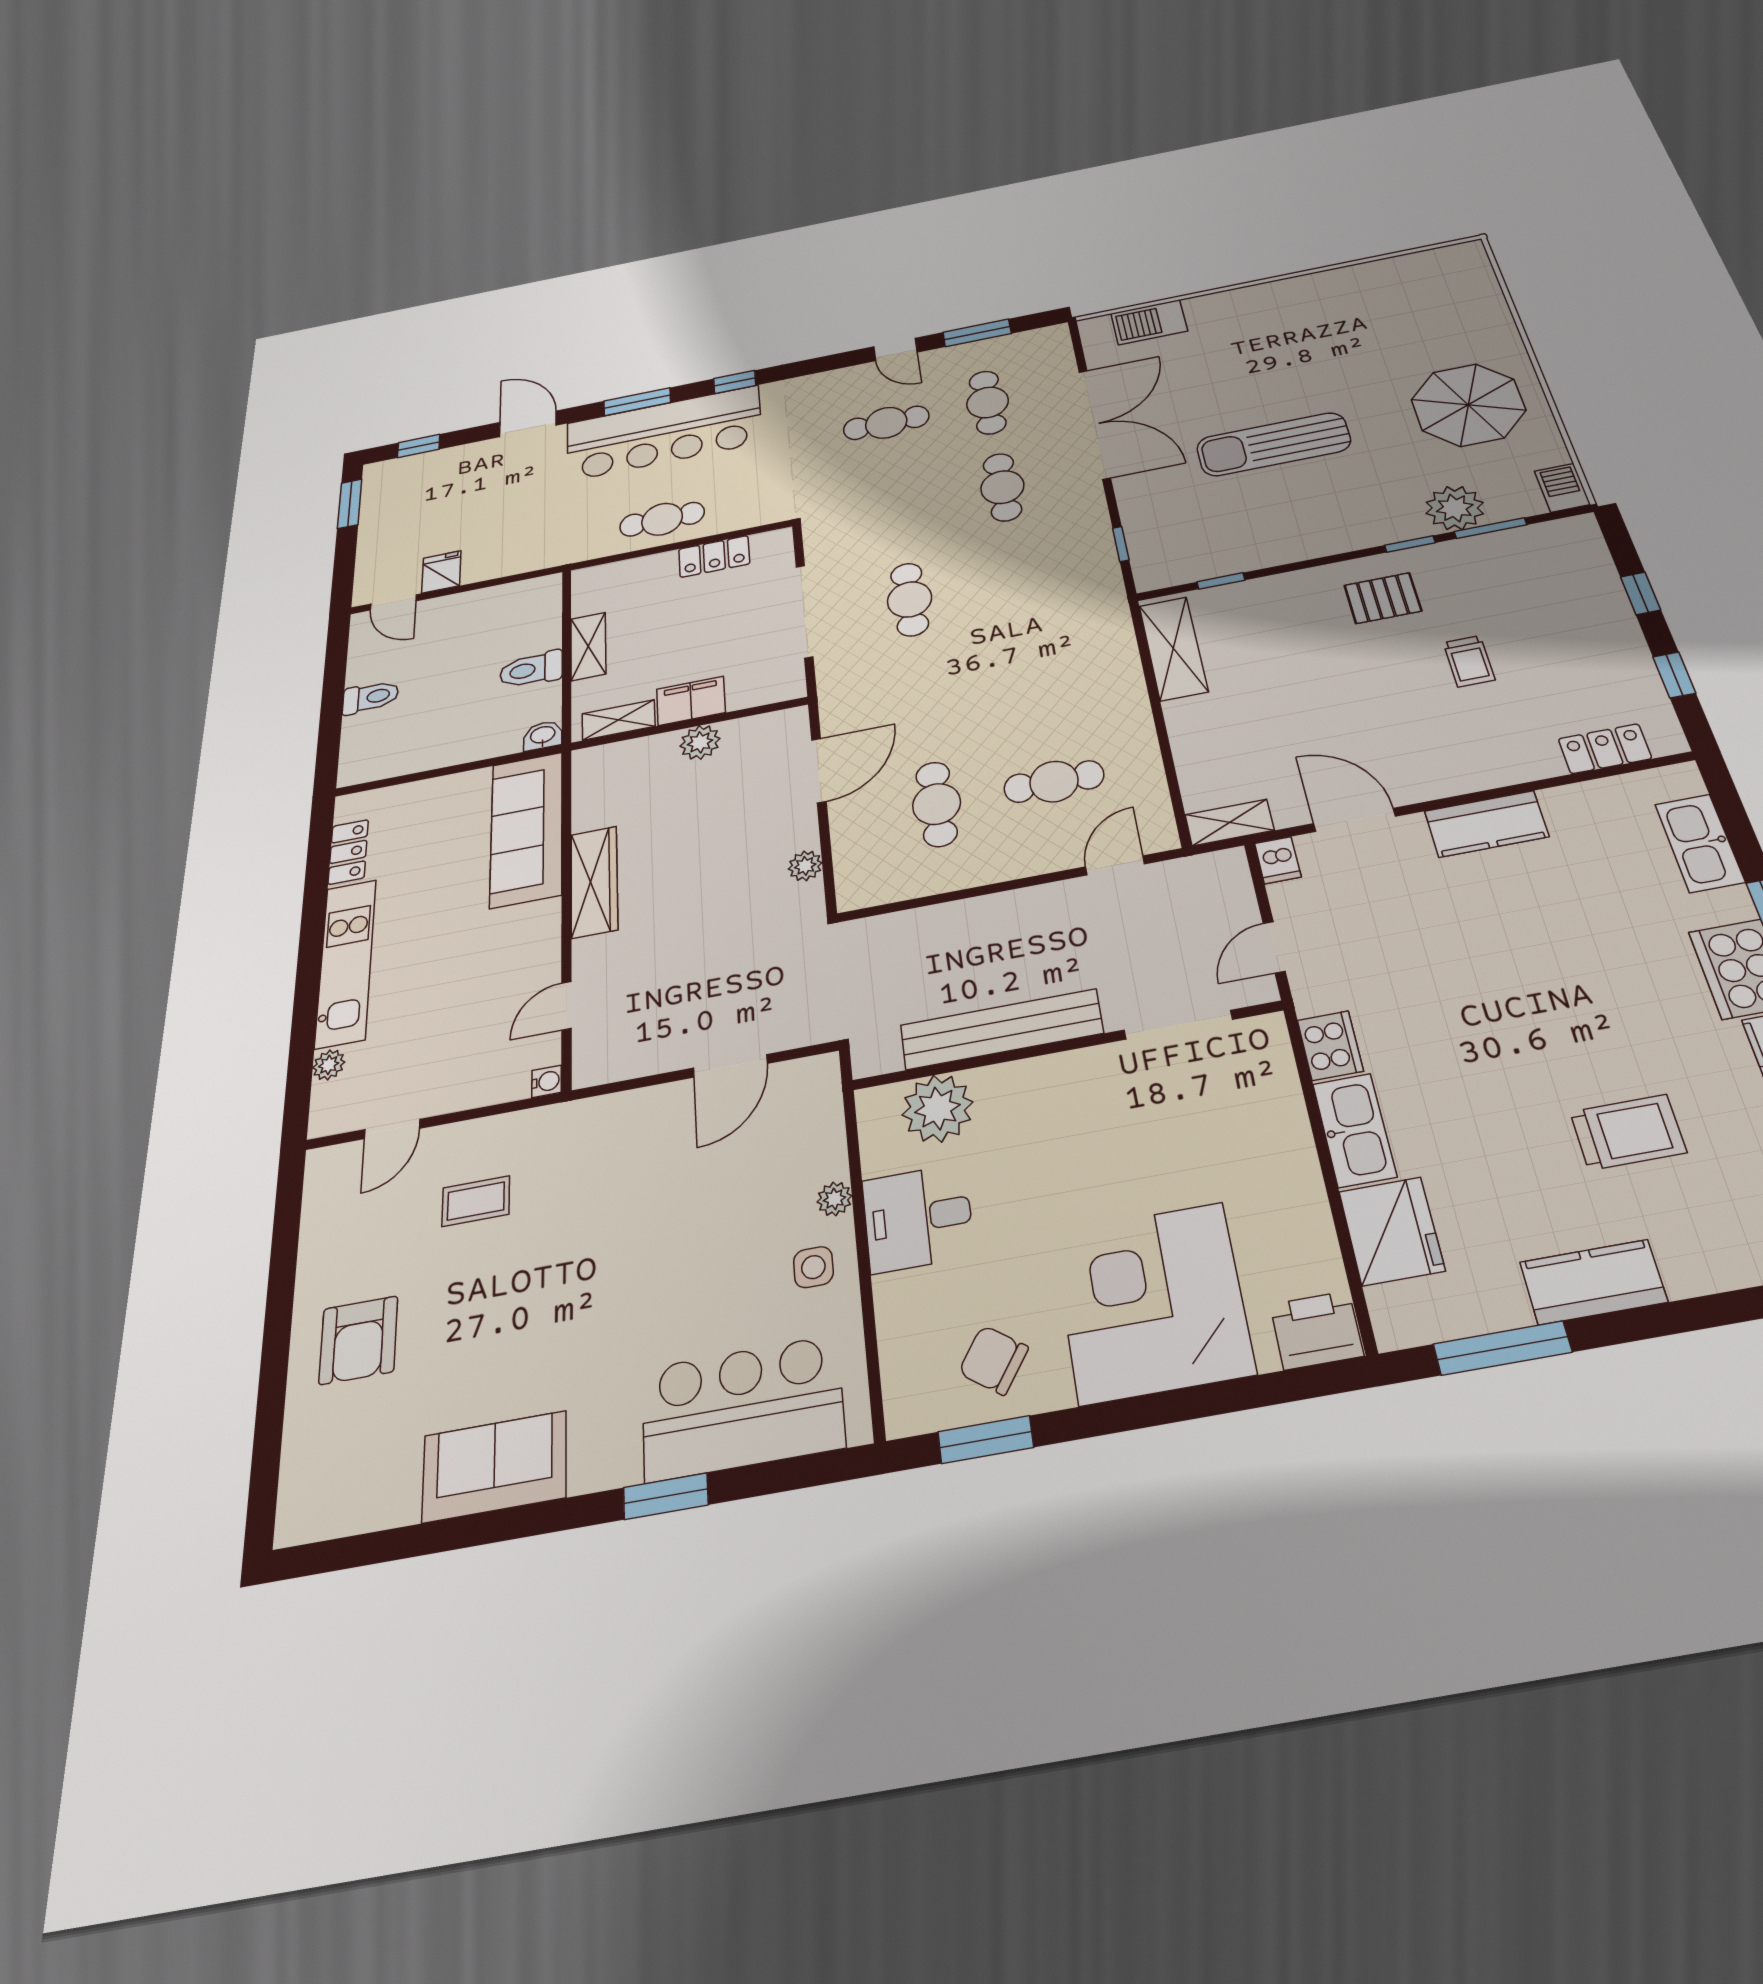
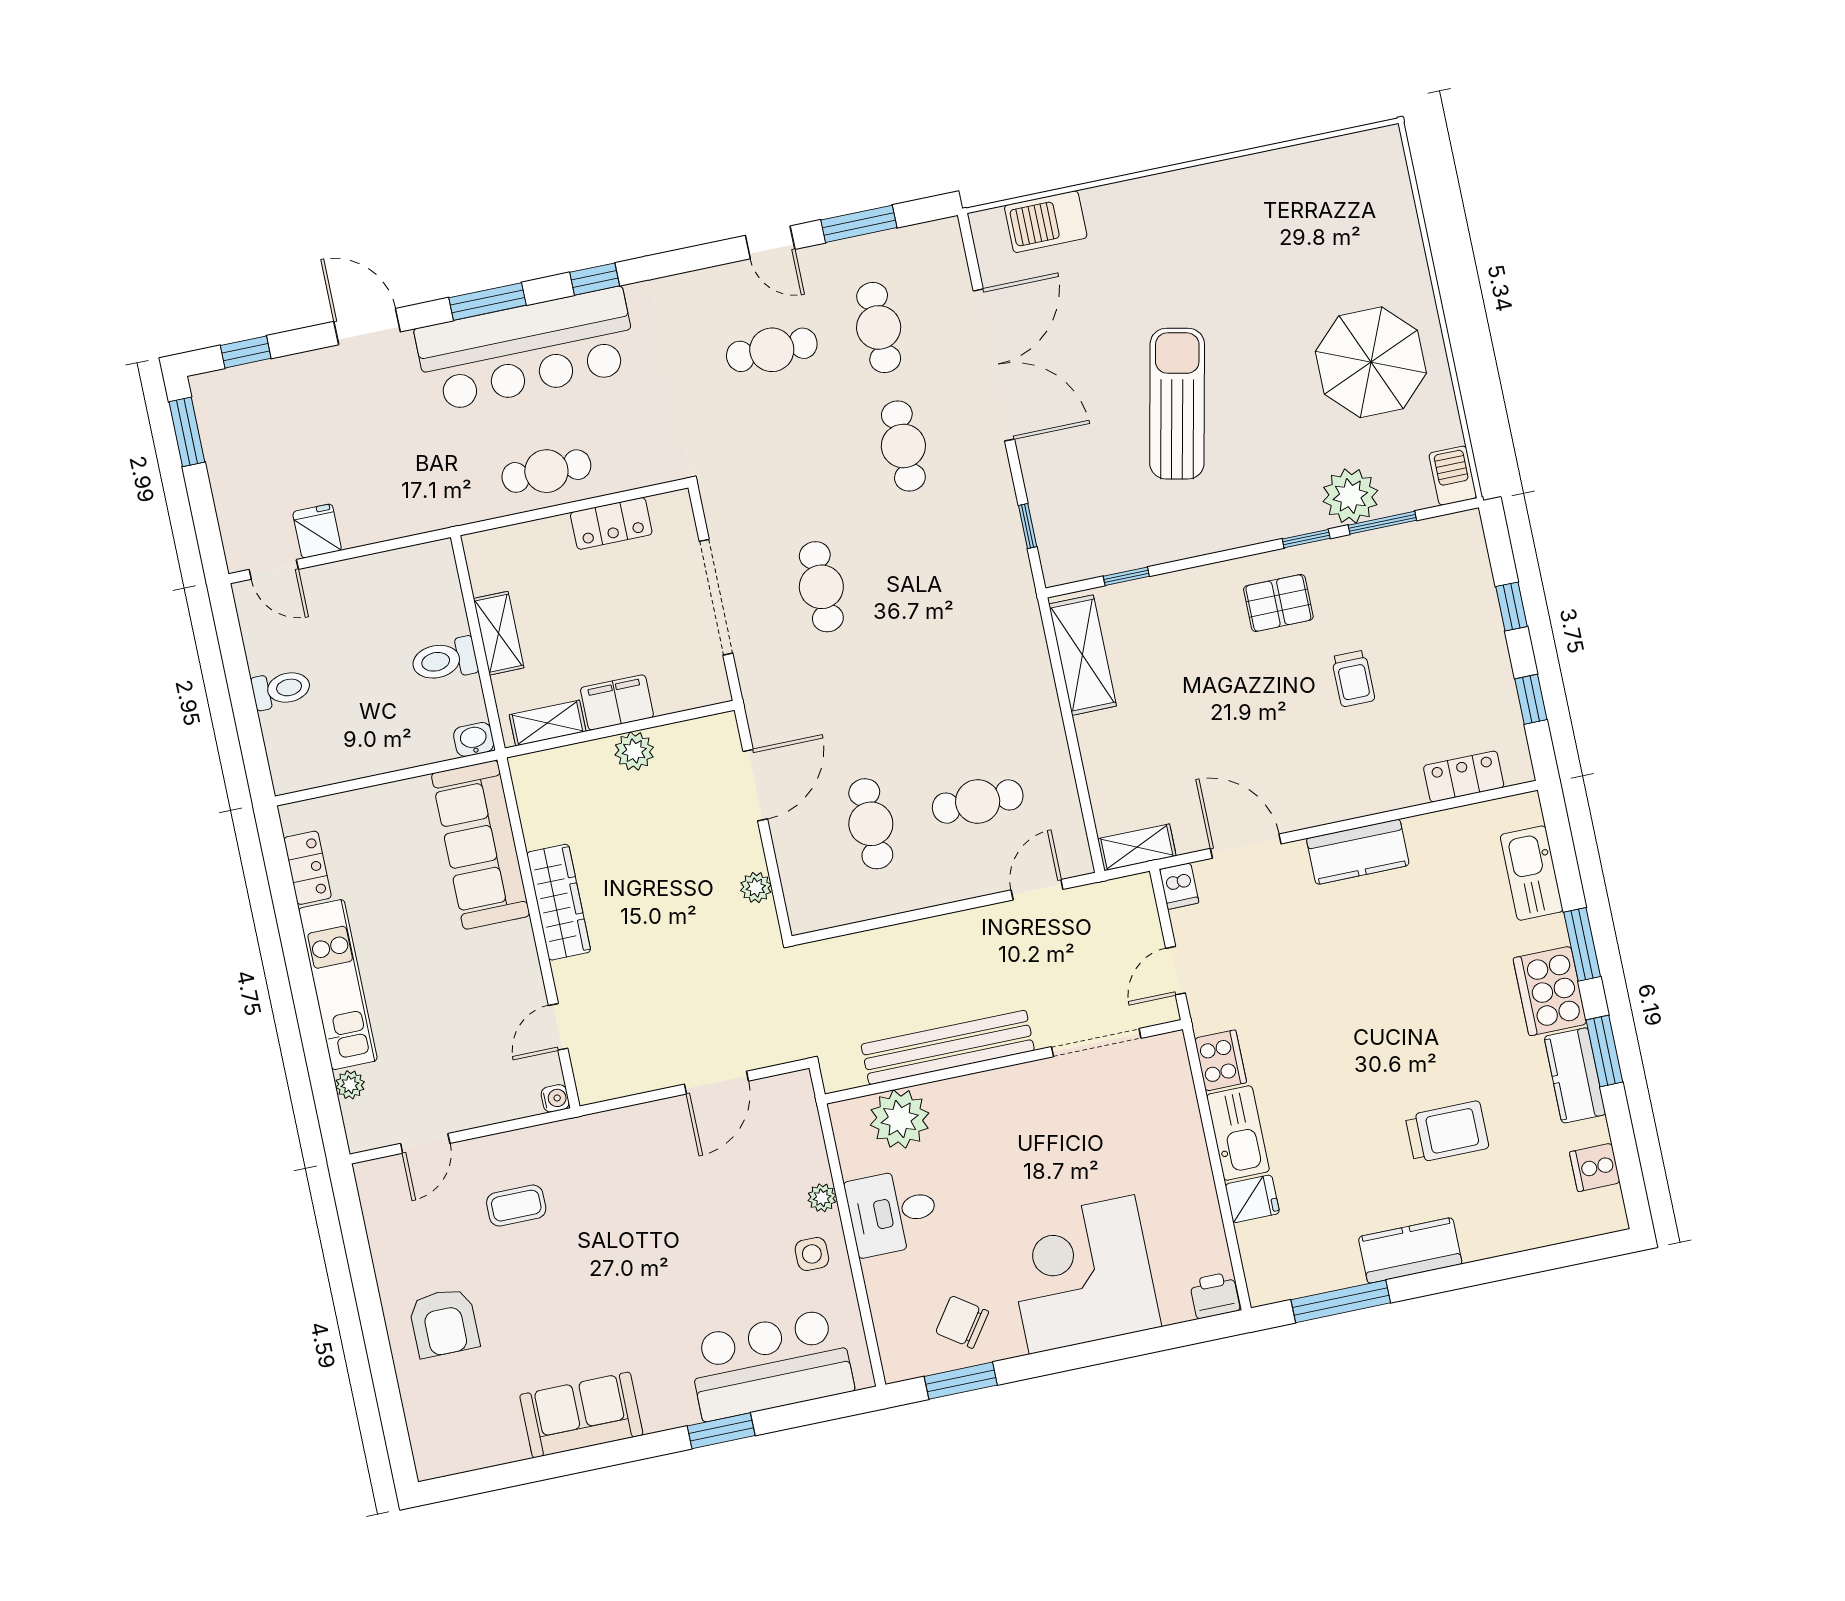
sun lounger: (1273, 444) -> (1177, 404), turned 102
fridge: (1391, 1231) -> (1252, 1199), width x0.53, depth x0.75
printer: (1316, 1330) -> (1215, 1295), width x0.73, depth x0.81

